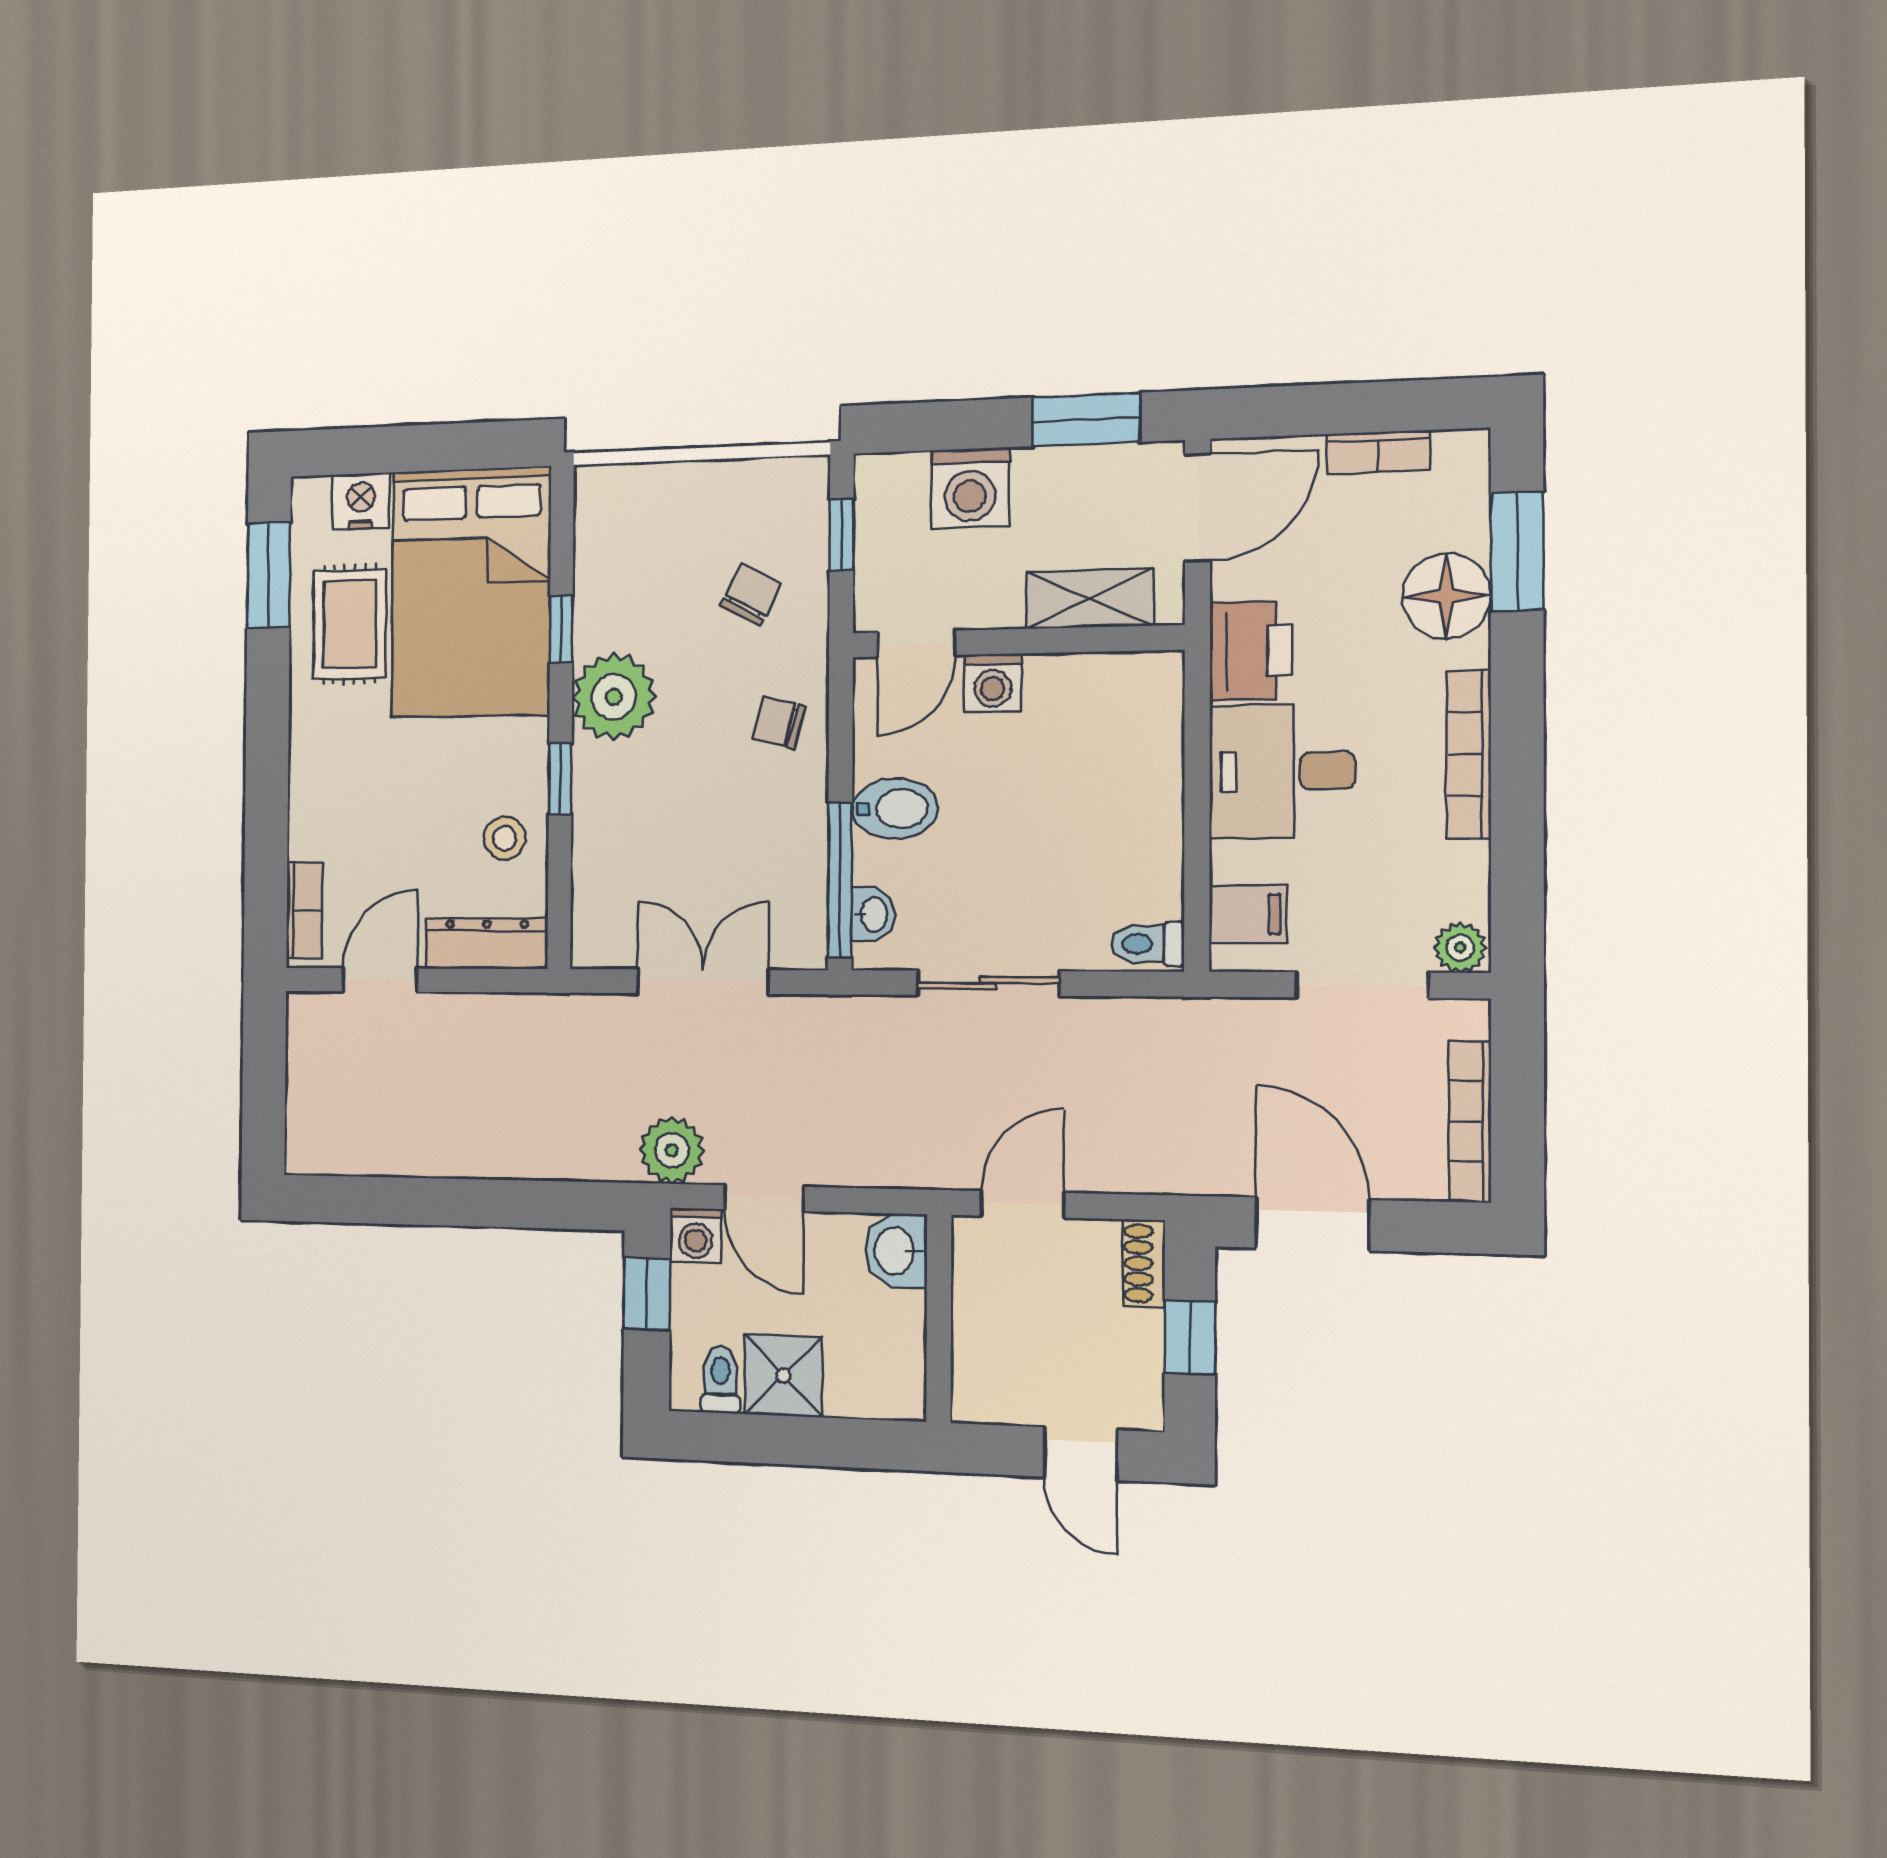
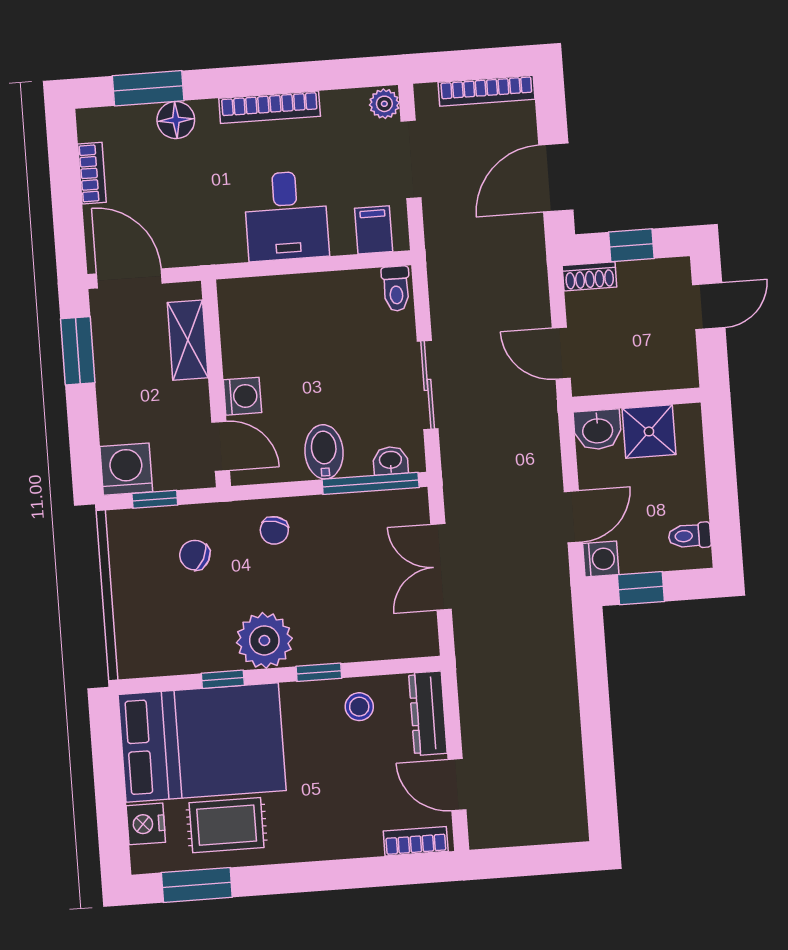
washing machine: (970, 488) -> (126, 469), moved, turned -90
floor lamp: (1446, 596) -> (176, 120), width x0.73, depth x0.73
printer: (1251, 651) -> (215, 240), removed
plant: (672, 1150) -> (549, 579), removed
shower: (783, 1376) -> (649, 431), moved

